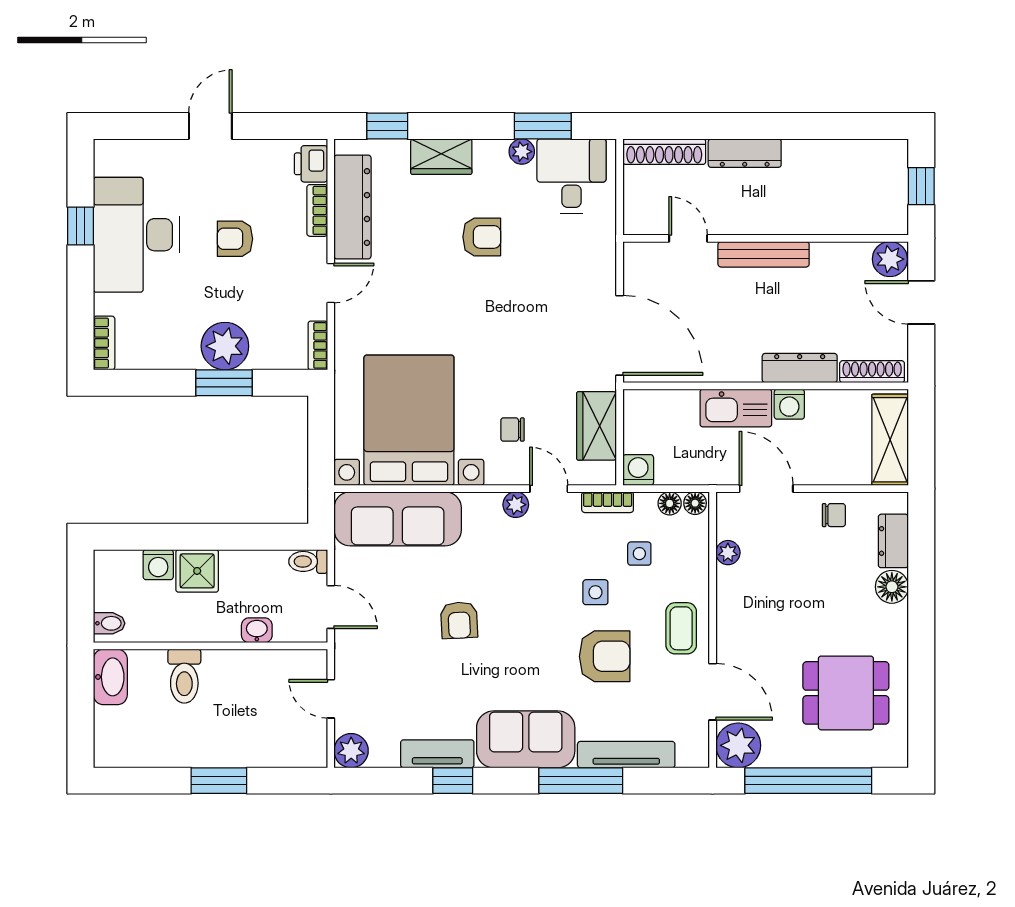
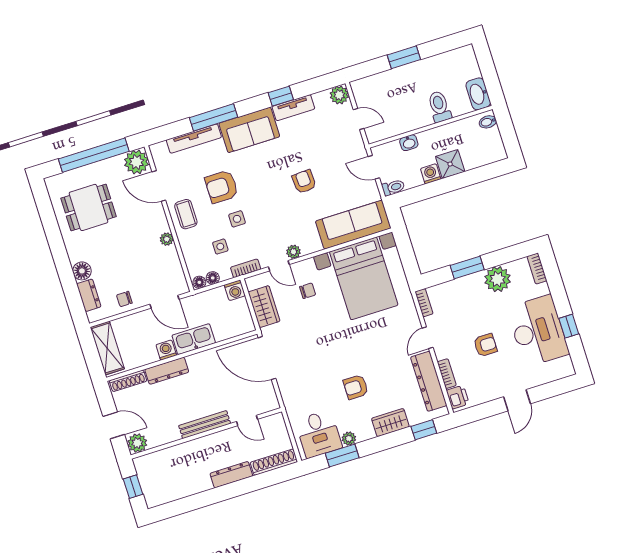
plant: (225, 346) -> (497, 279), moved
plant: (728, 553) -> (167, 239), moved
washing machine: (158, 565) -> (431, 174), moved

